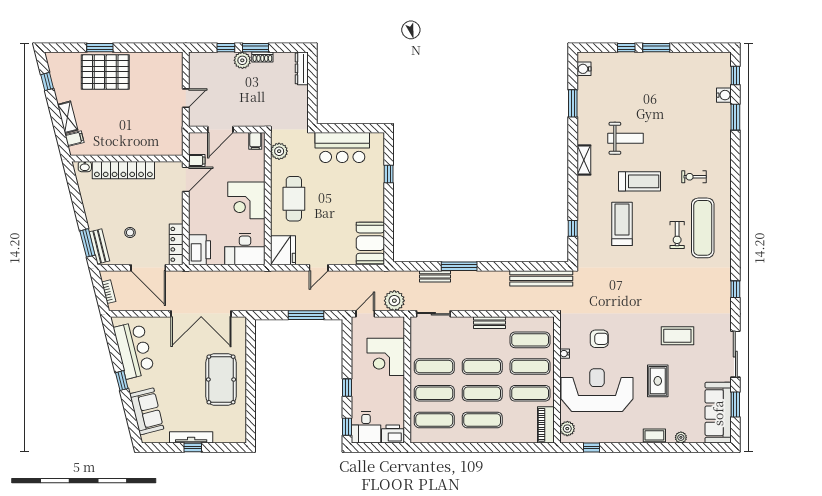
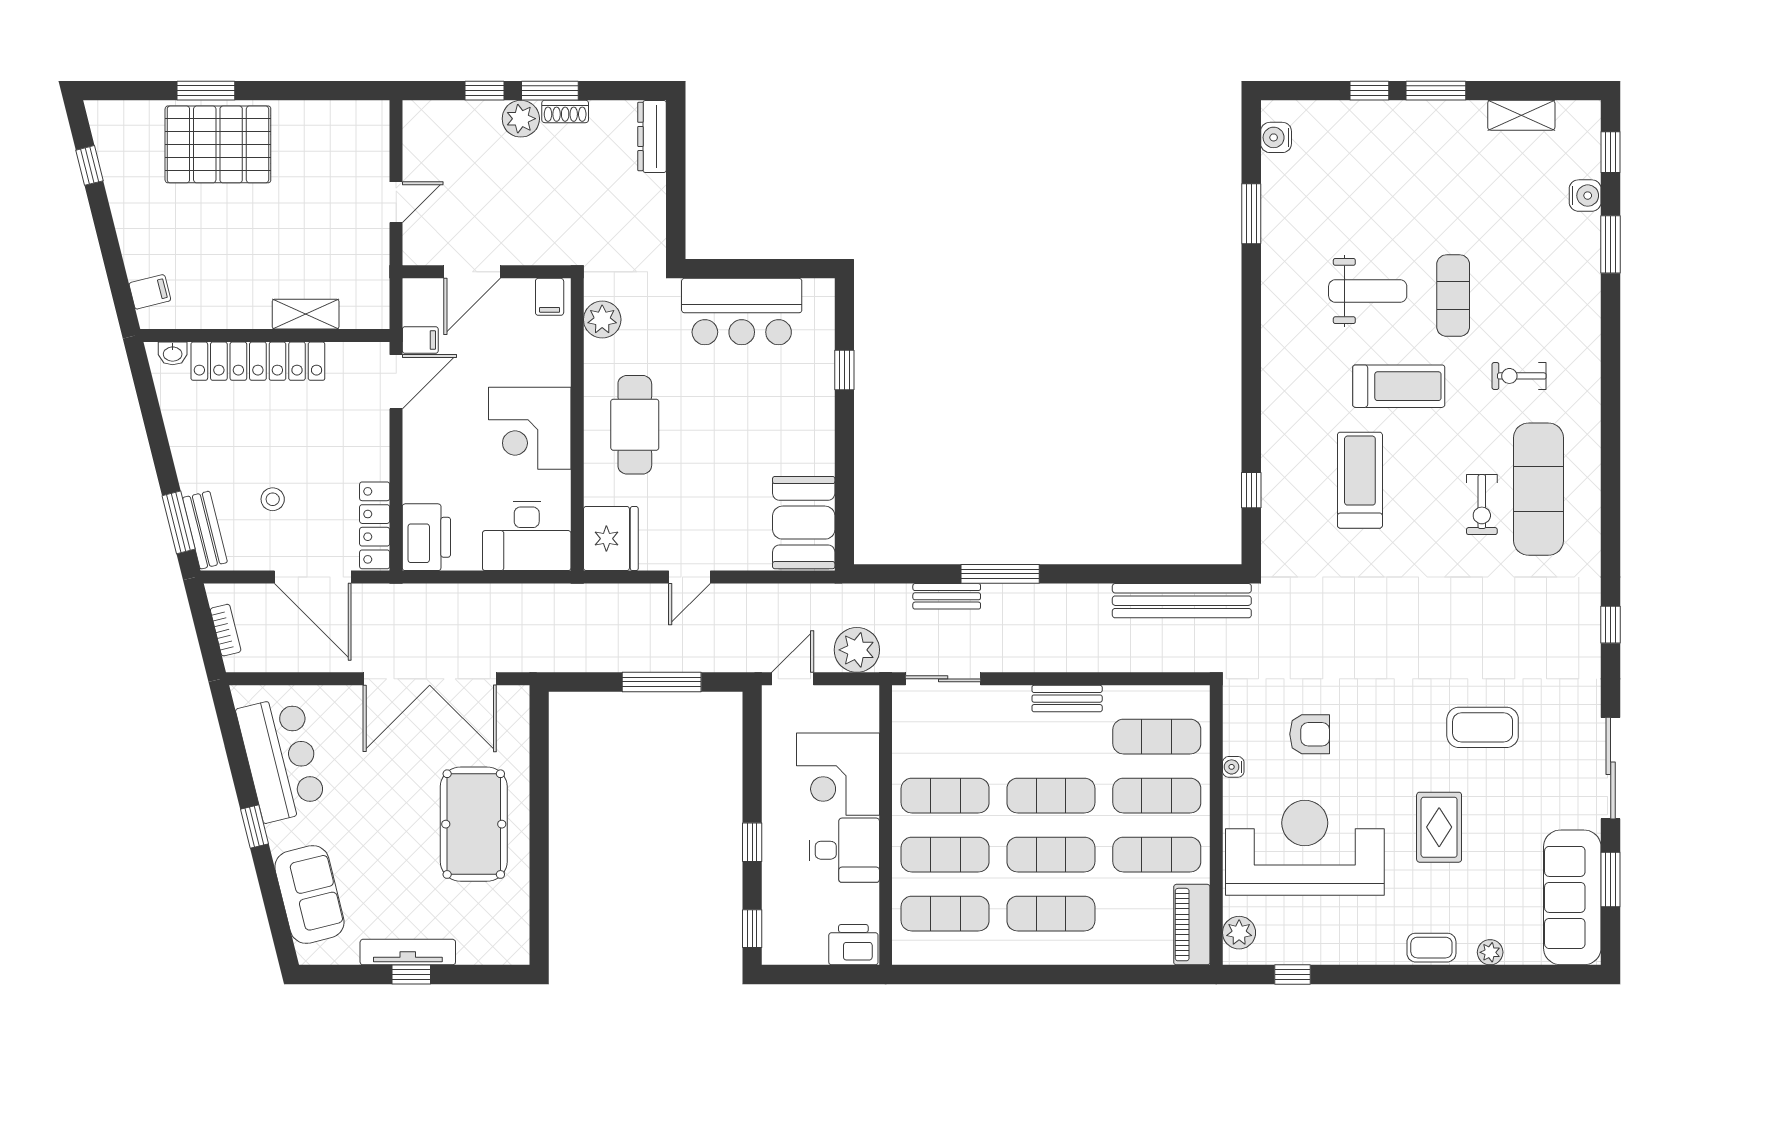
shelving: (68, 117) -> (306, 314), moved, turned -76
exercise mat: (664, 140) -> (1453, 296), added
shelving: (584, 160) -> (1521, 115), moved, turned 90
desk: (366, 427) -> (844, 850), moved, turned -90

